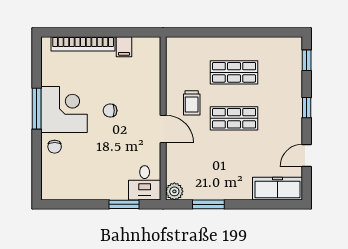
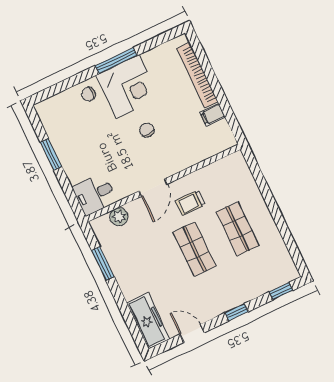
plant: (174, 191) -> (119, 217), moved
window: (124, 204) -> (51, 154), moved

